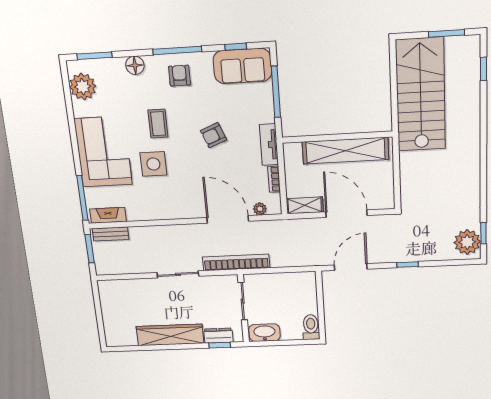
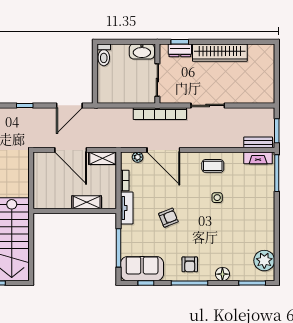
coffee table: (158, 124) -> (213, 166), moved, turned 90
shelving: (345, 151) -> (87, 202), width x0.45, depth x0.75
corner sofa: (103, 152) -> (255, 209), removed
side table: (153, 164) -> (217, 198), width x0.54, depth x0.54

